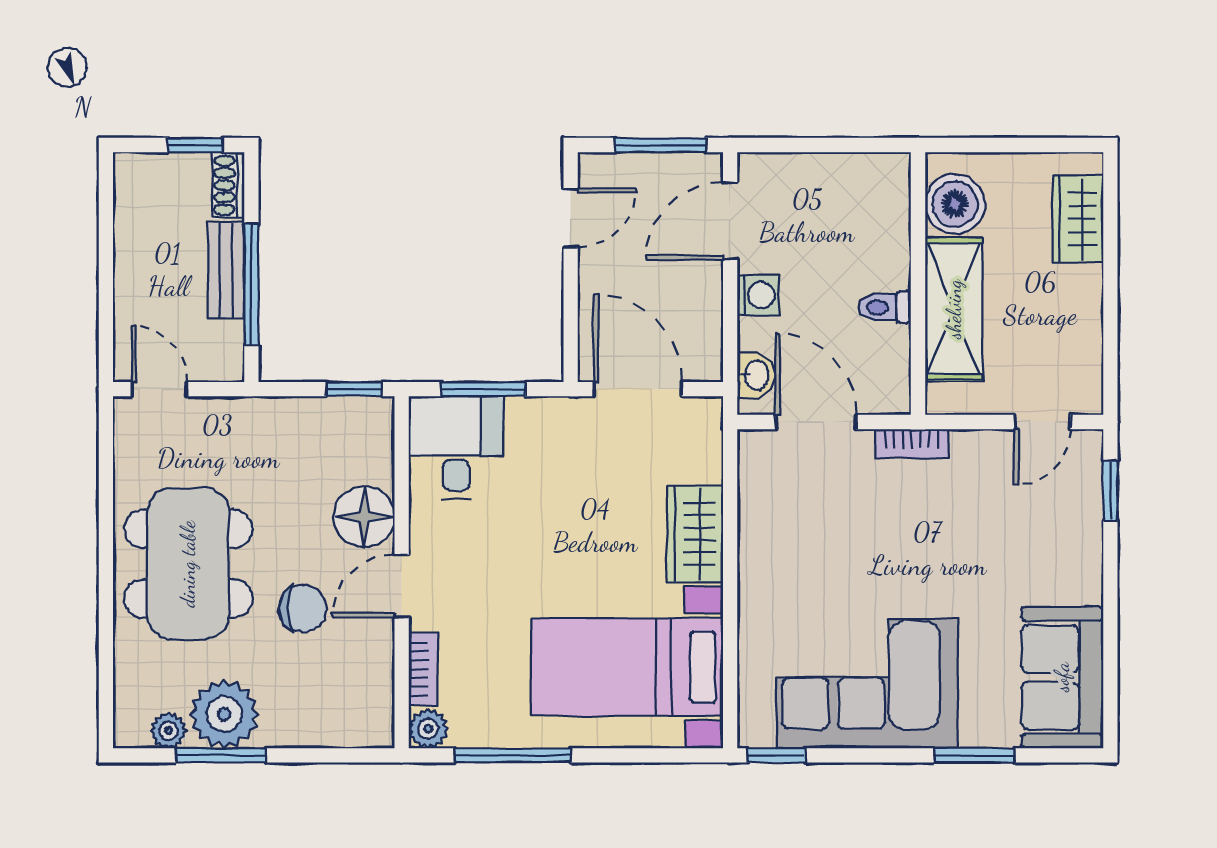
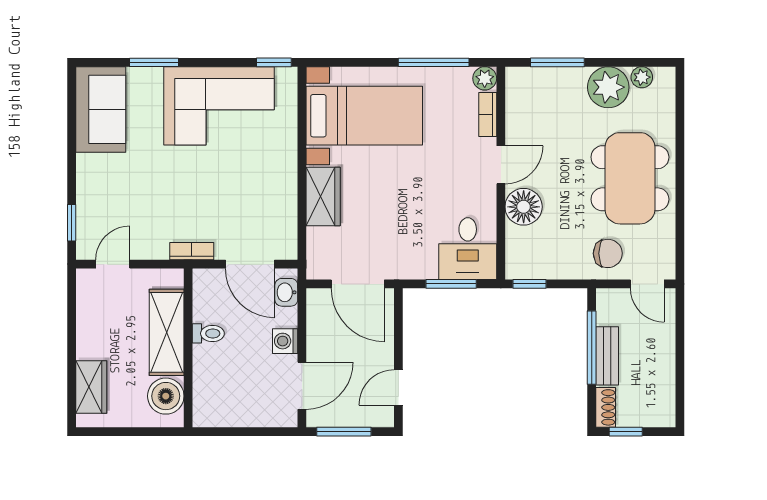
chair: (303, 609) -> (608, 253), moved, turned 180
window: (221, 755) -> (557, 62), moved

